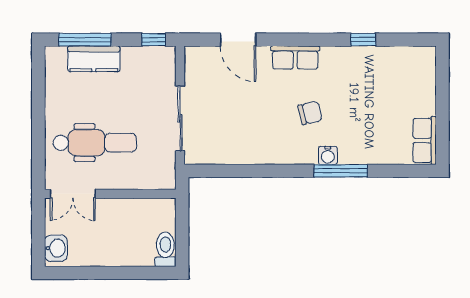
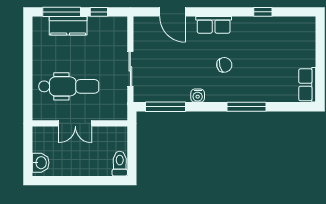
window: (154, 40) -> (99, 12), moved
sliding door: (180, 118) -> (130, 69), width x0.73
water cooler: (328, 155) -> (198, 96), moved
window: (229, 171) -> (165, 107), added
double door: (73, 194) -> (75, 123), moved

